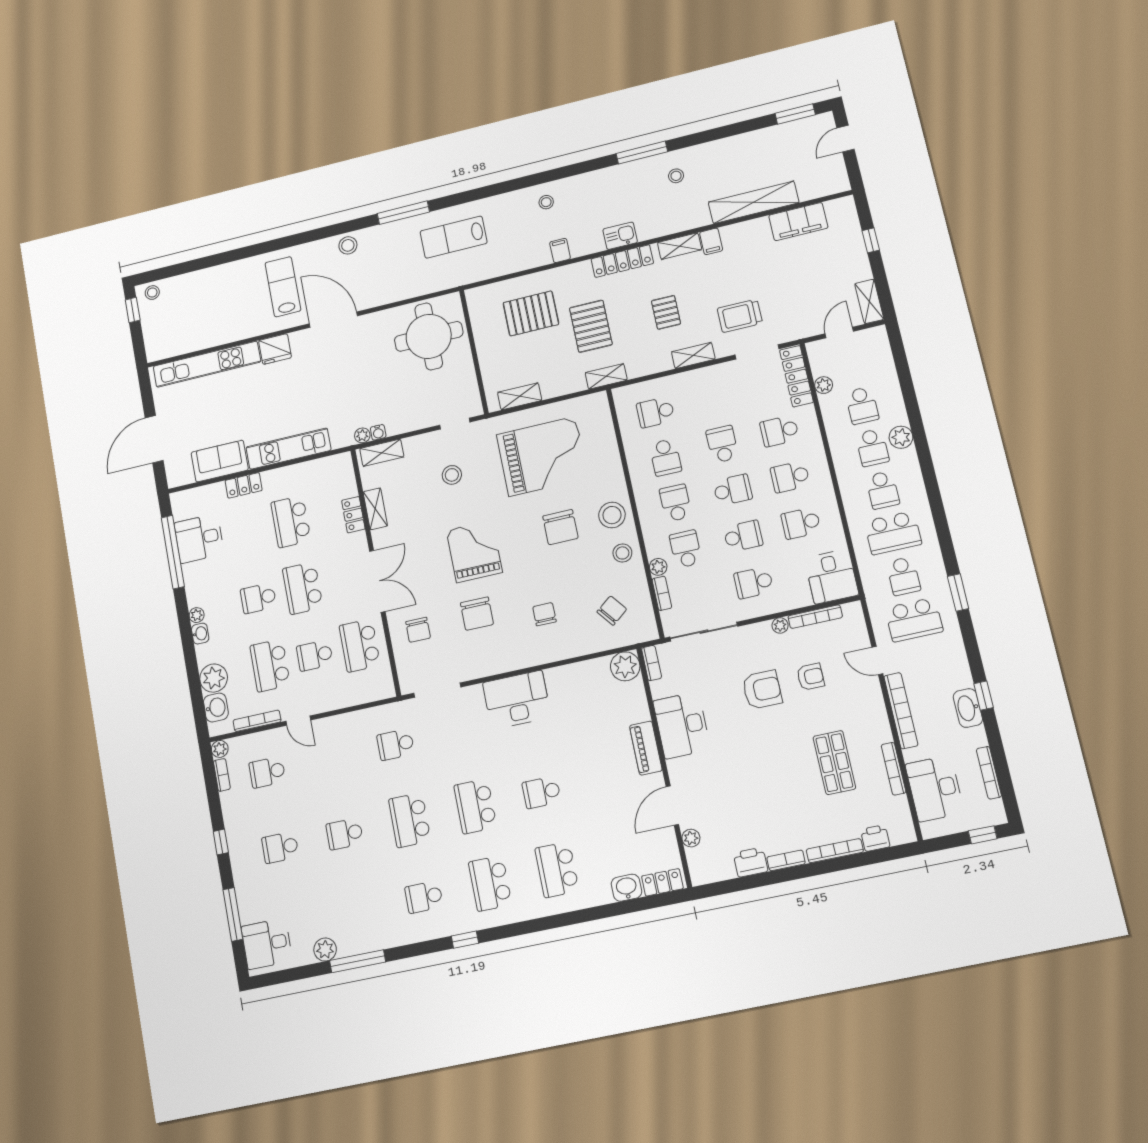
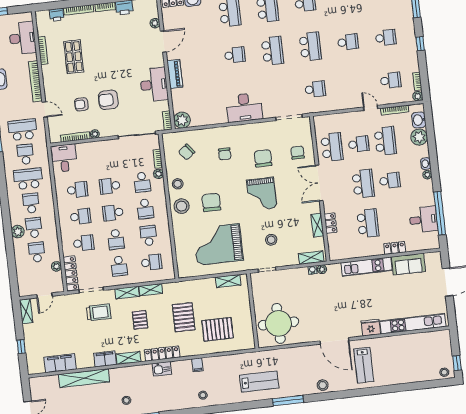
filing cabinet: (711, 241) -> (105, 359), width x2.00
shelving: (606, 376) -> (151, 290), moved
school desk: (754, 583) -> (119, 266), moved, turned 90

